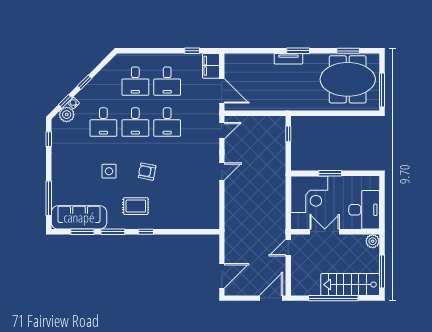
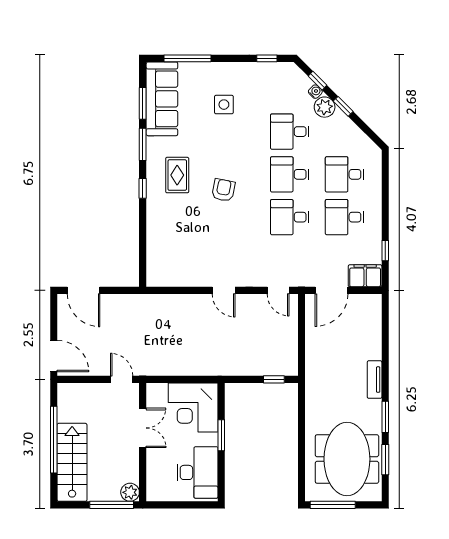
window: (298, 51) -> (385, 417), moved
plant: (67, 115) -> (325, 107), moved
side table: (109, 171) -> (224, 105), moved
desk: (364, 210) -> (197, 472), moved, turned -90
window: (382, 272) -> (112, 505), moved

